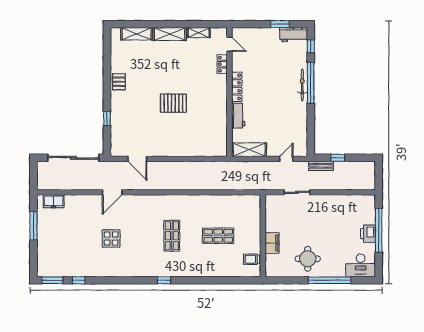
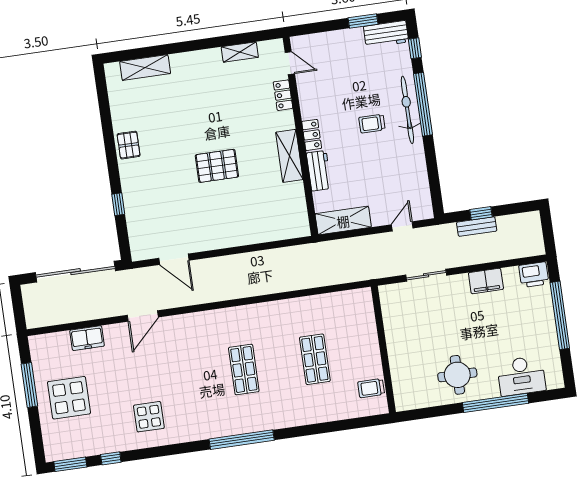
shelving: (170, 34) -> (289, 156), moved, turned 90
bicycle: (302, 85) -> (407, 110), width x1.37, depth x1.40
locker: (237, 87) -> (312, 135), width x0.66
trolley: (276, 90) -> (372, 124), added
bench: (321, 166) -> (477, 227), moved
freezer: (54, 201) -> (87, 338), moved
printer: (368, 234) -> (534, 275), moved, turned -90
shop shelf: (218, 236) -> (315, 359), turned 90
display table: (58, 238) -> (69, 398), added
display table: (111, 239) -> (149, 417), moved
filing cabinet: (272, 243) -> (486, 281), moved, turned 90
desk: (361, 265) -> (521, 376), moved
window: (164, 280) -> (242, 440), width x3.17

